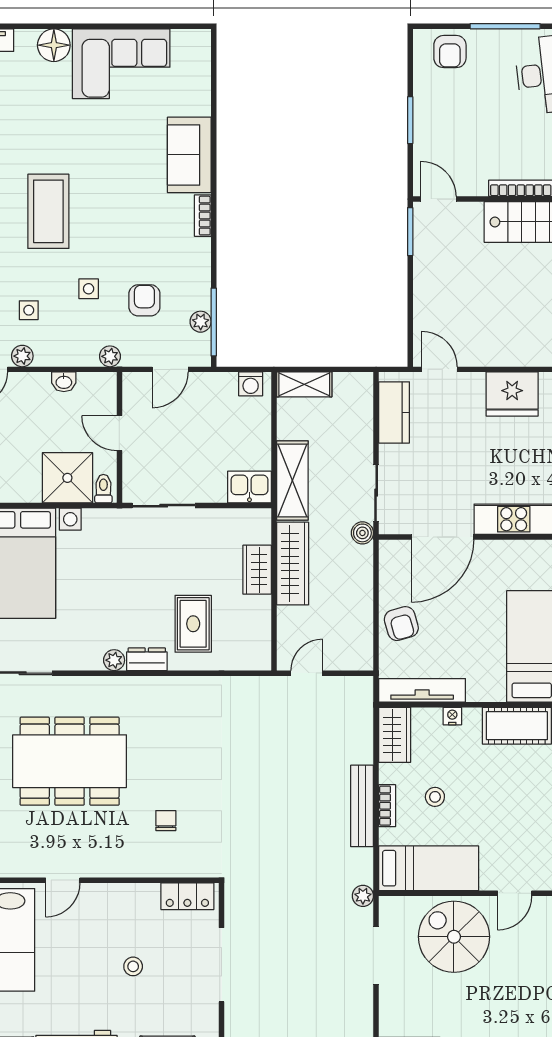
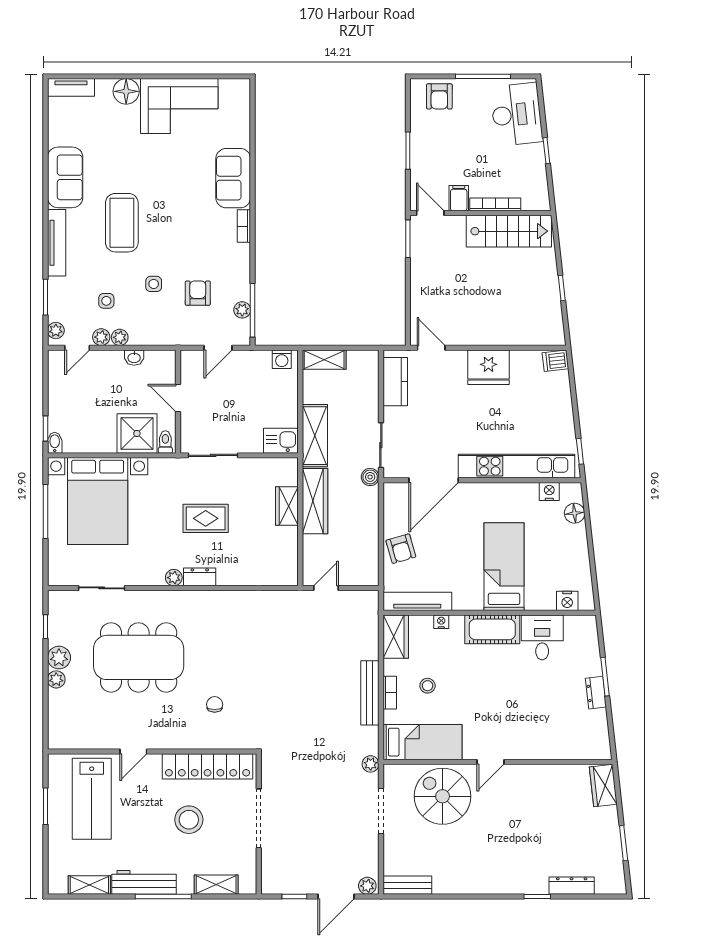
filing cabinet: (474, 180) -> (459, 198), added
plant: (110, 356) -> (120, 337), moved
rug: (193, 624) -> (206, 518), moved, turned 90
locker: (187, 896) -> (208, 766), width x2.16, depth x1.21
stool: (133, 966) -> (189, 820), width x1.89, depth x1.89

